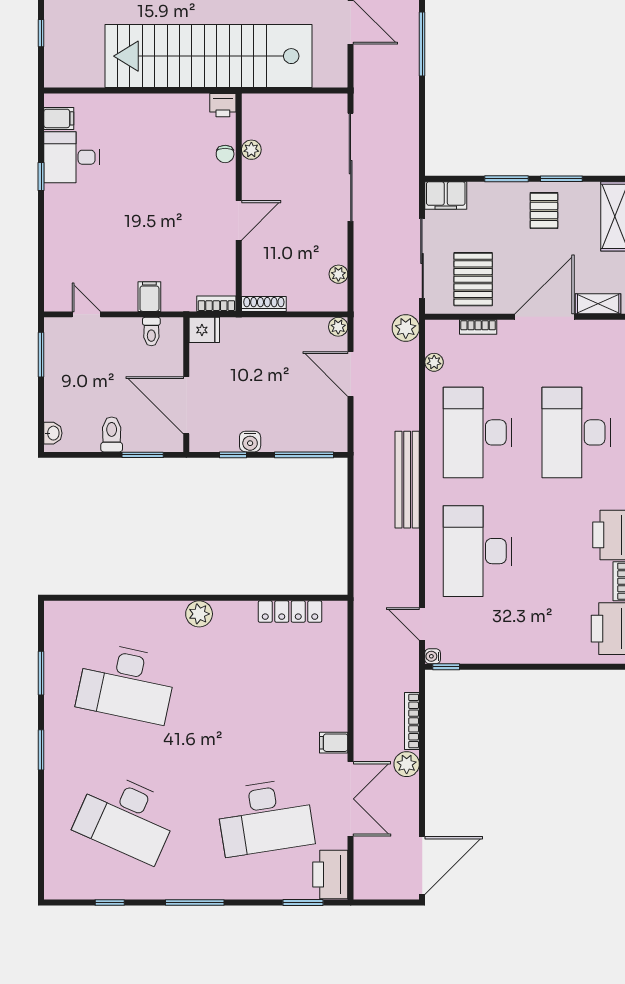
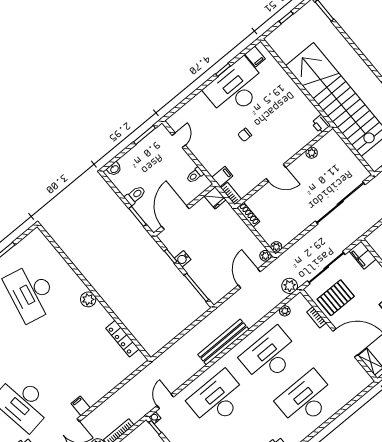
chair: (225, 154) -> (245, 135), moved
desk: (72, 157) -> (236, 88), width x1.87, depth x1.30
plant: (338, 274) -> (276, 247), moved
filing cabinet: (149, 297) -> (222, 177), moved

